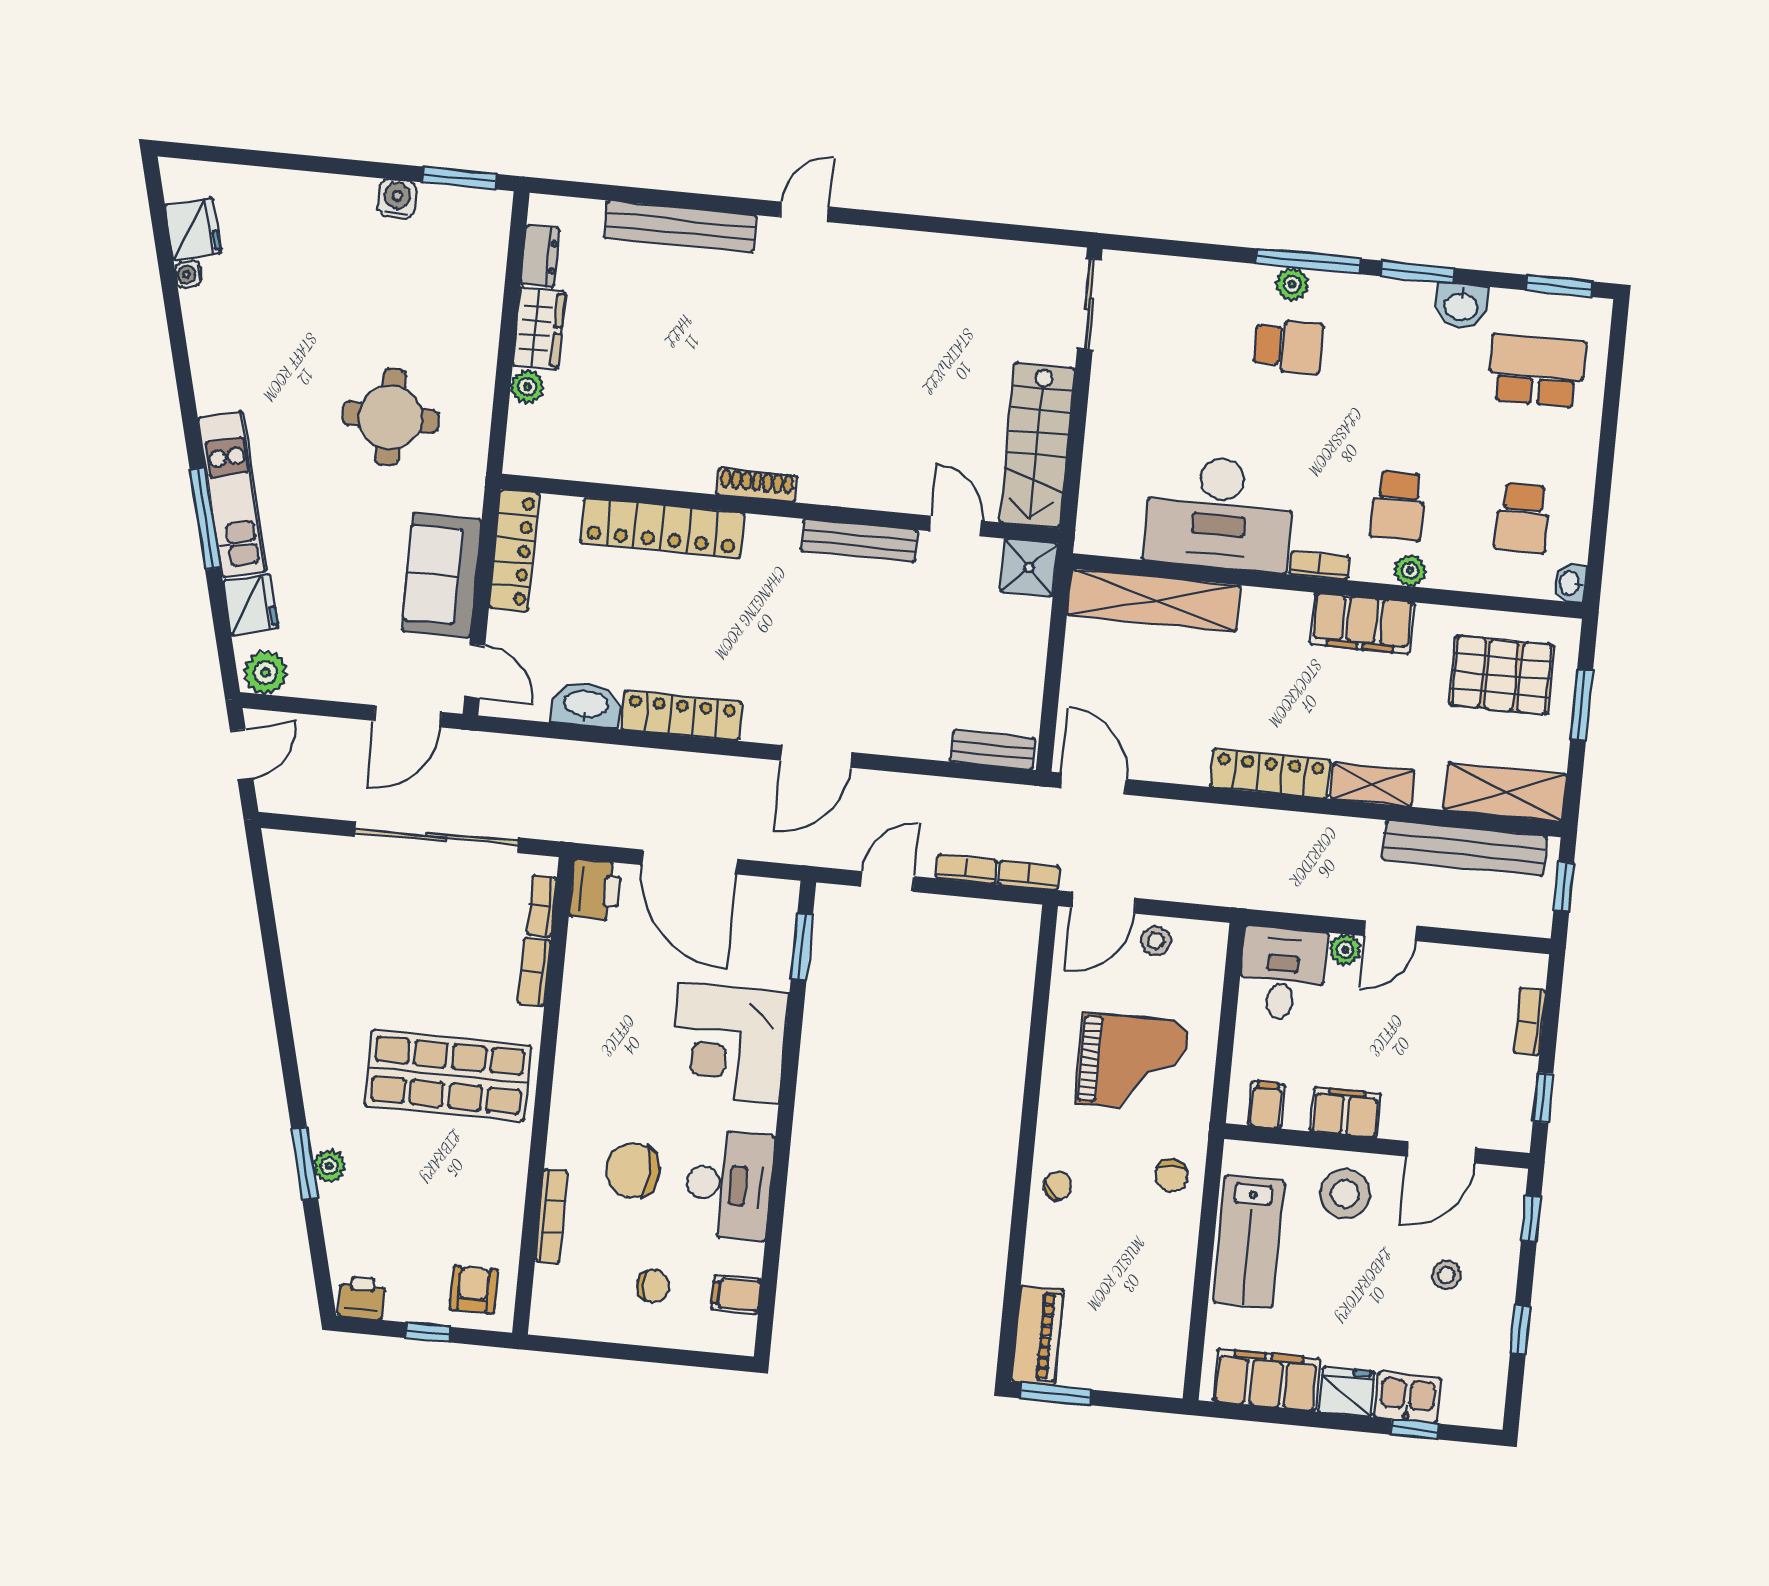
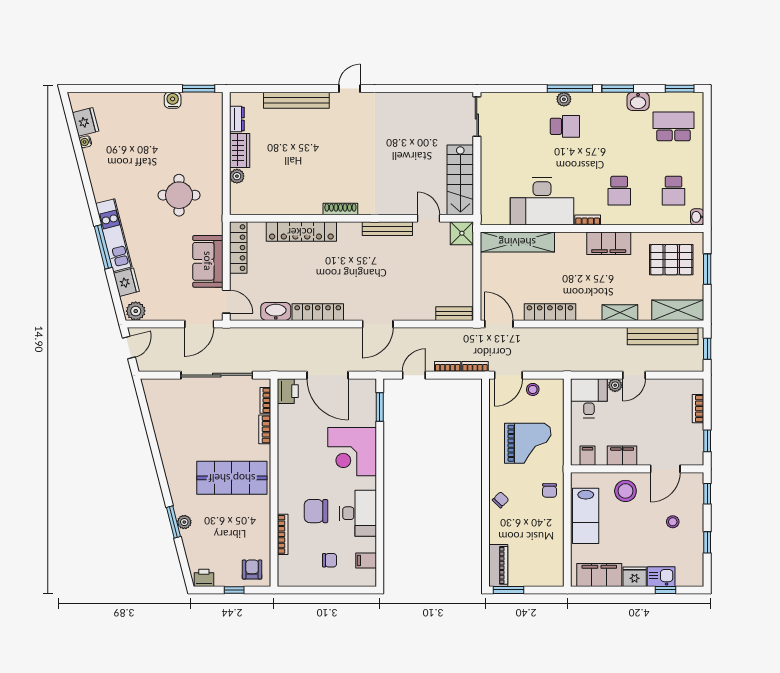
plant: (1410, 570) -> (627, 218), removed
locker: (1270, 773) -> (550, 312), moved

